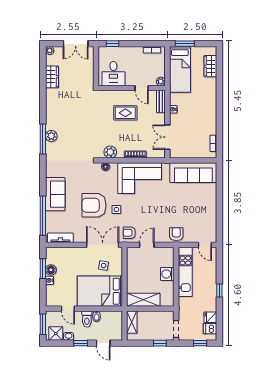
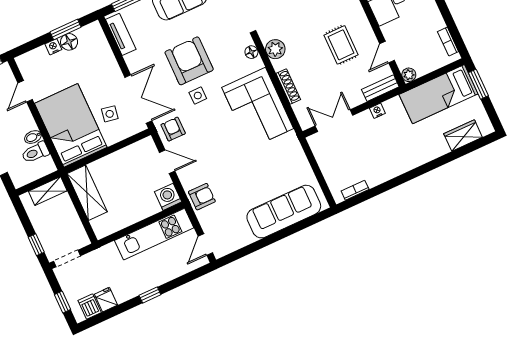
sofa: (193, 173) -> (284, 212), moved, turned 90
washing machine: (167, 274) -> (168, 197), moved
toilet: (87, 319) -> (35, 152), moved

